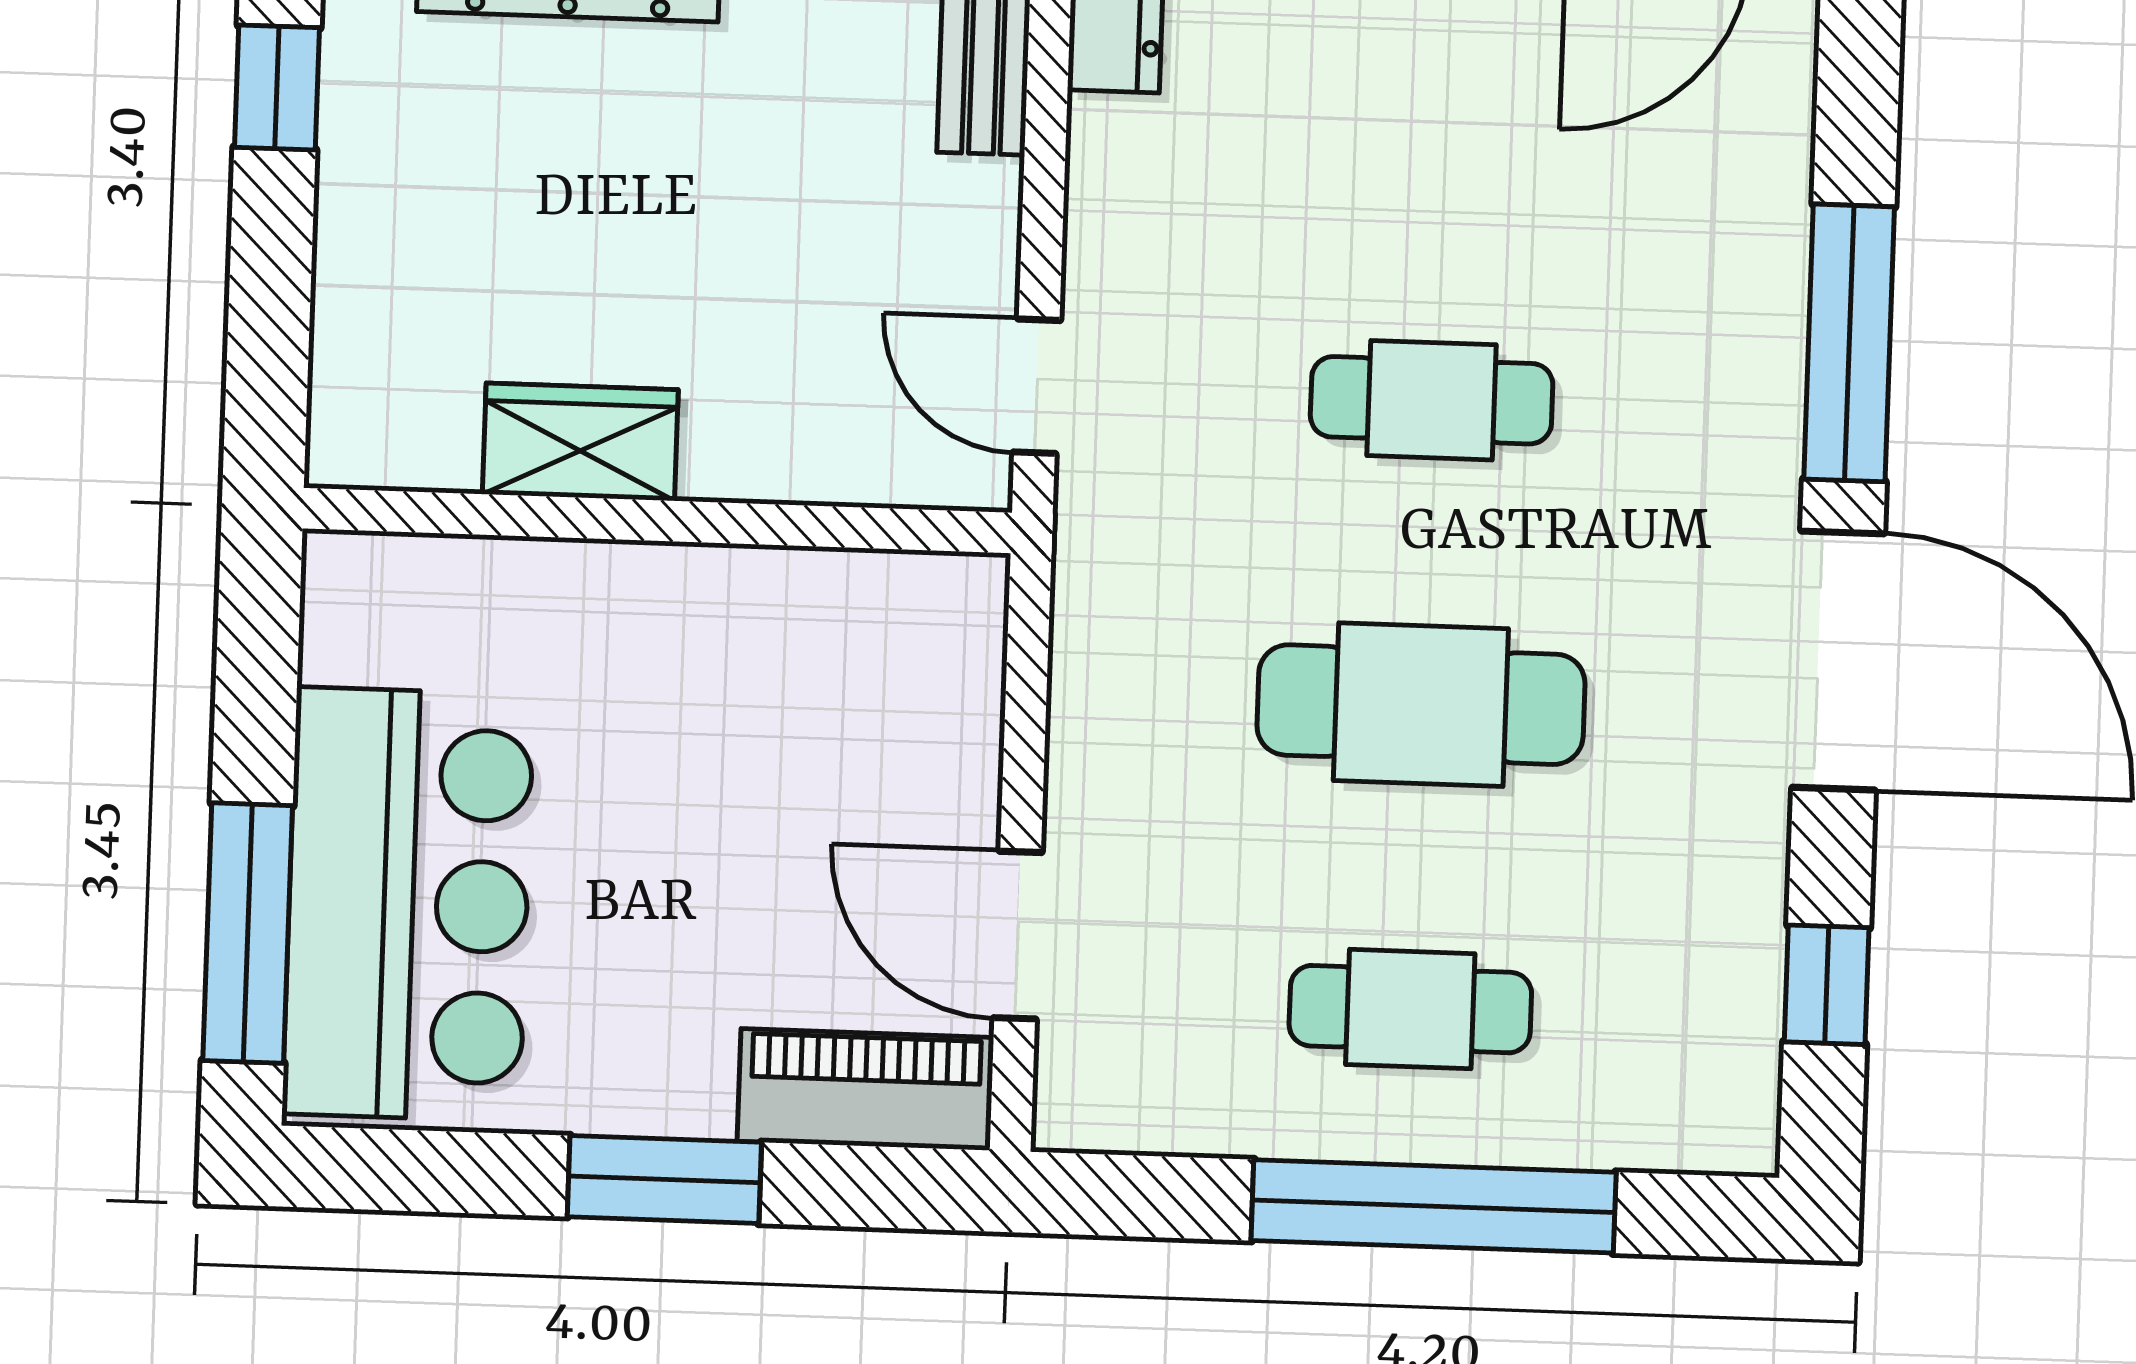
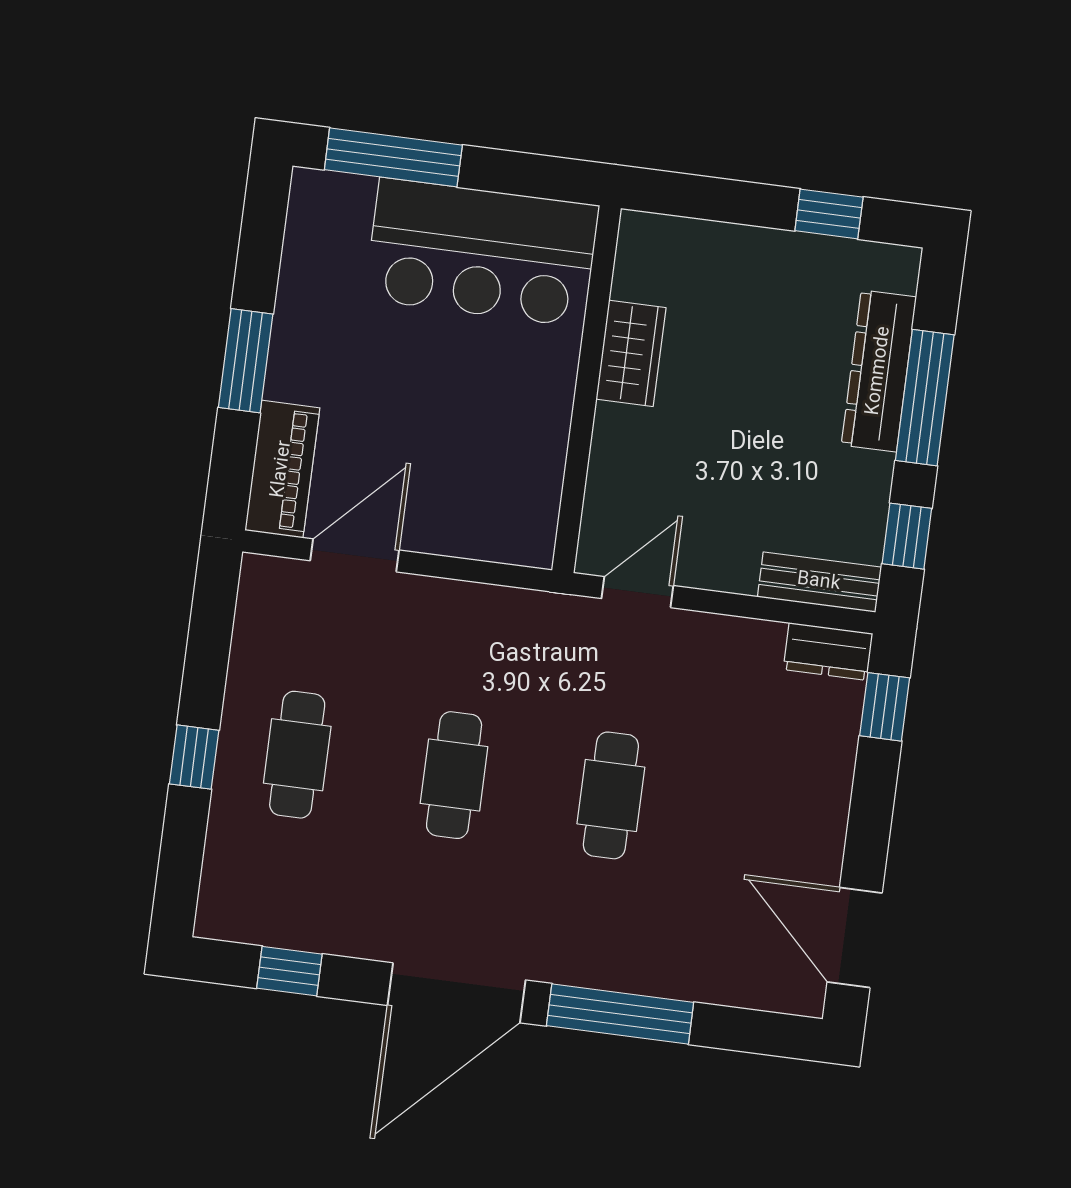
cafe table: (1421, 705) -> (454, 775), width x0.73, depth x0.74
bar counter: (408, 904) -> (482, 252), moved
window: (1434, 1206) -> (194, 757), width x0.32

